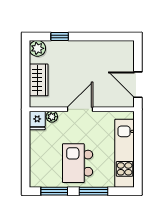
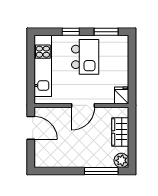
window: (60, 37) -> (101, 171), width x2.17
plant: (52, 117) -> (108, 99), removed
window: (93, 191) -> (71, 32), width x0.67

